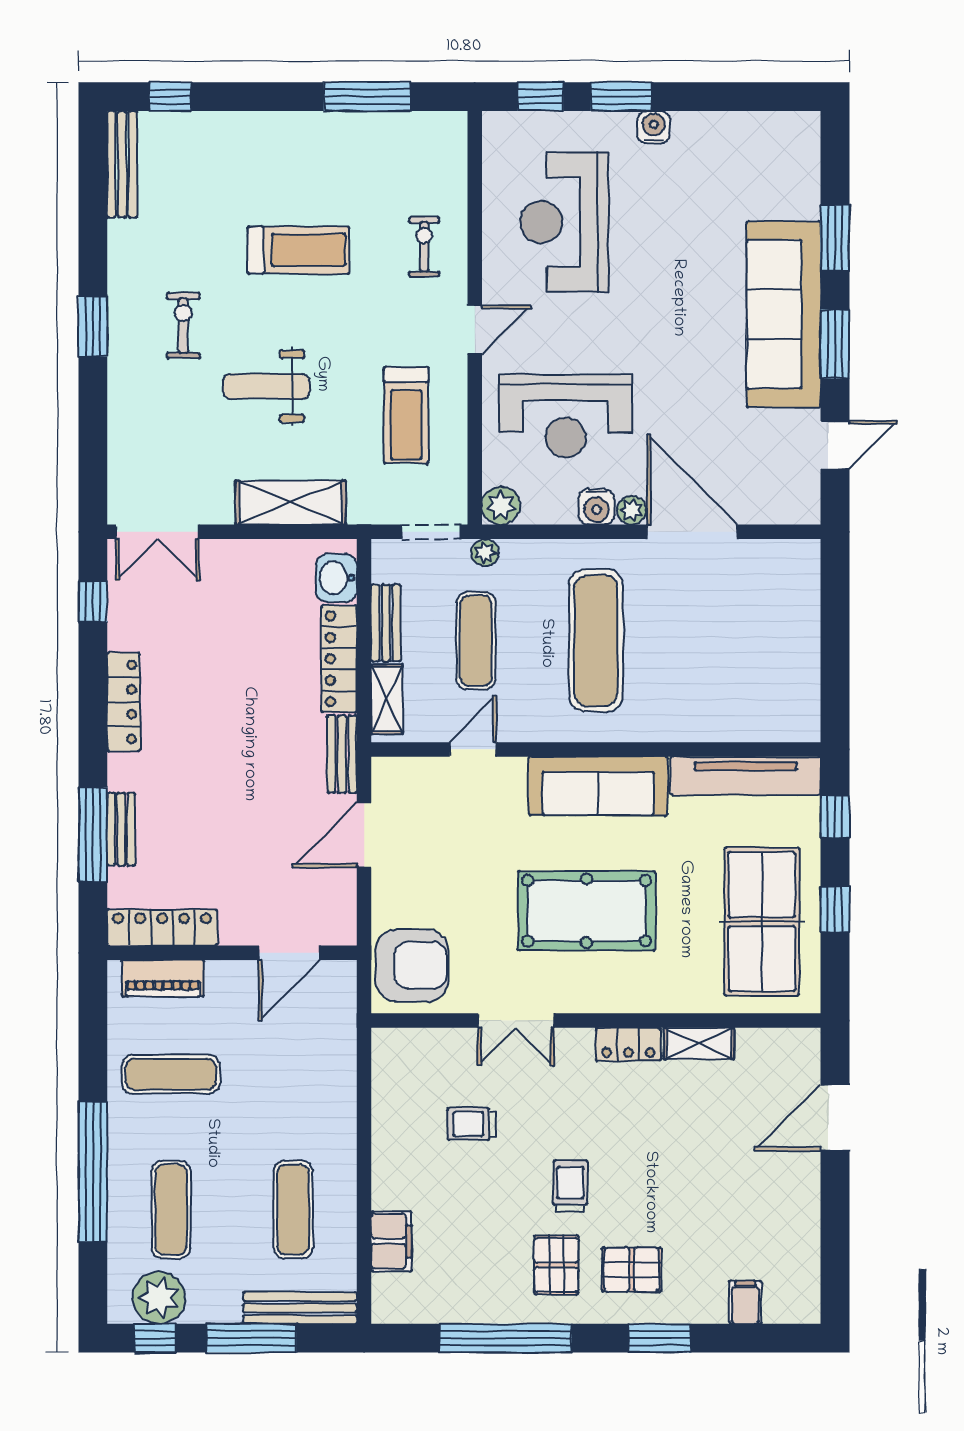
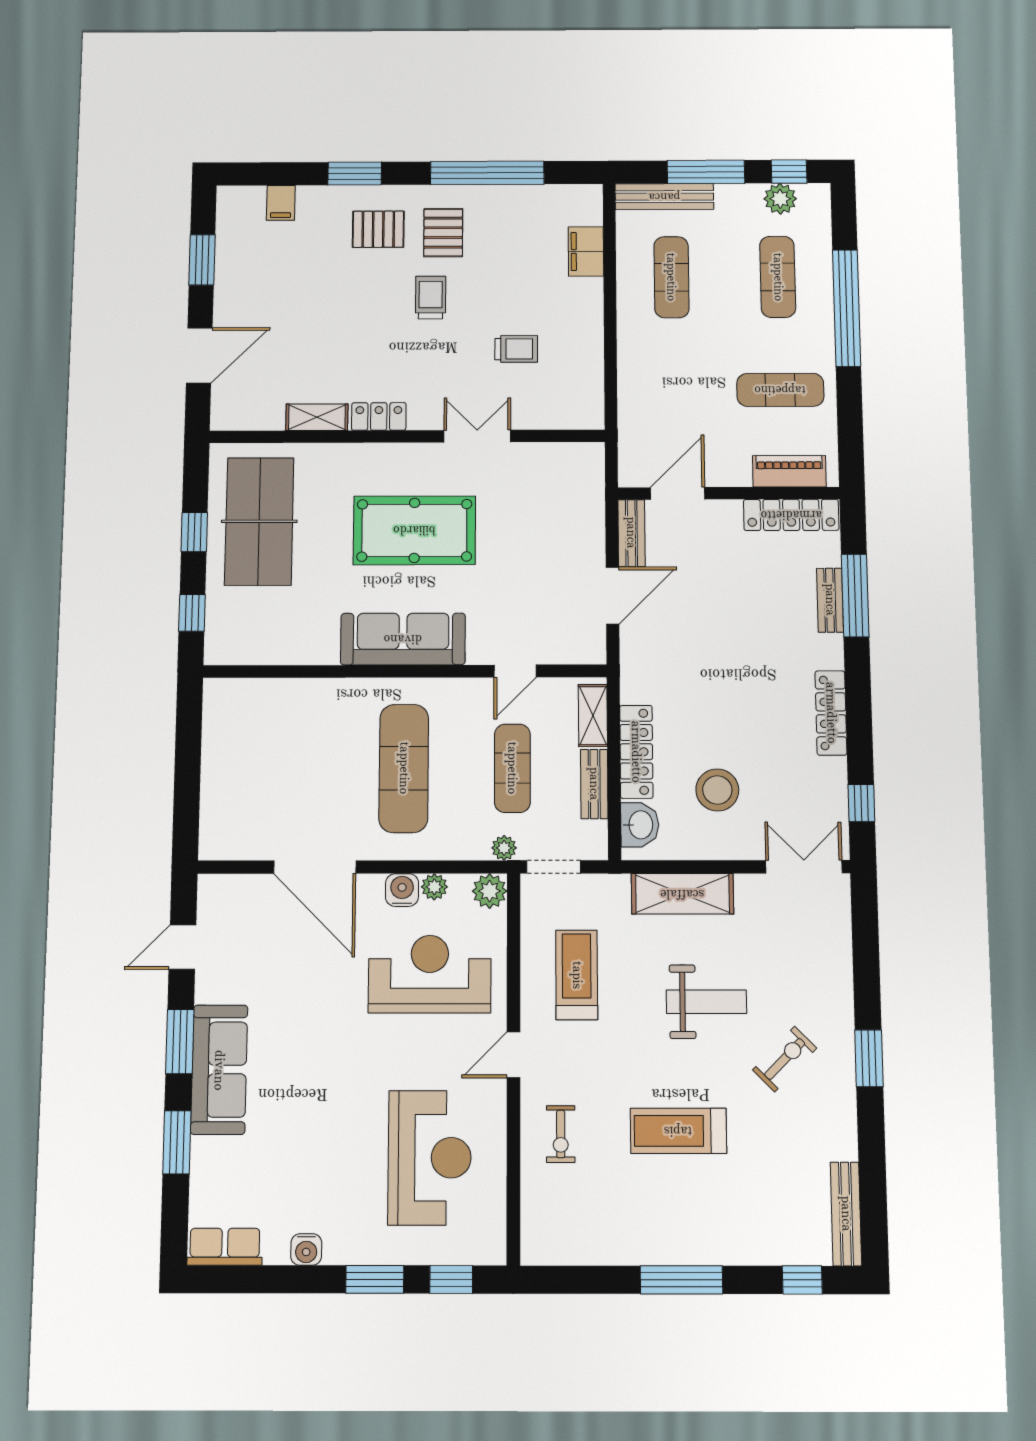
window: (367, 97) -> (681, 1280), moved
water cooler: (654, 127) -> (306, 1249), moved
row of seats: (781, 130) -> (225, 1247), added
sofa: (784, 314) -> (219, 1070), width x0.74, depth x0.79
exercise bike: (183, 326) -> (785, 1059), turned -135
plant: (632, 510) -> (434, 887), moved
stool: (251, 616) -> (717, 790), added
bench: (342, 754) -> (631, 533), moved
tv unit: (746, 776) -> (271, 648), removed
armchair: (412, 965) -> (569, 483), removed
trolley: (570, 1186) -> (431, 298), turned 180
window: (835, 1233) -> (202, 260), added
plant: (159, 1298) -> (780, 199), width x0.73, depth x0.73

